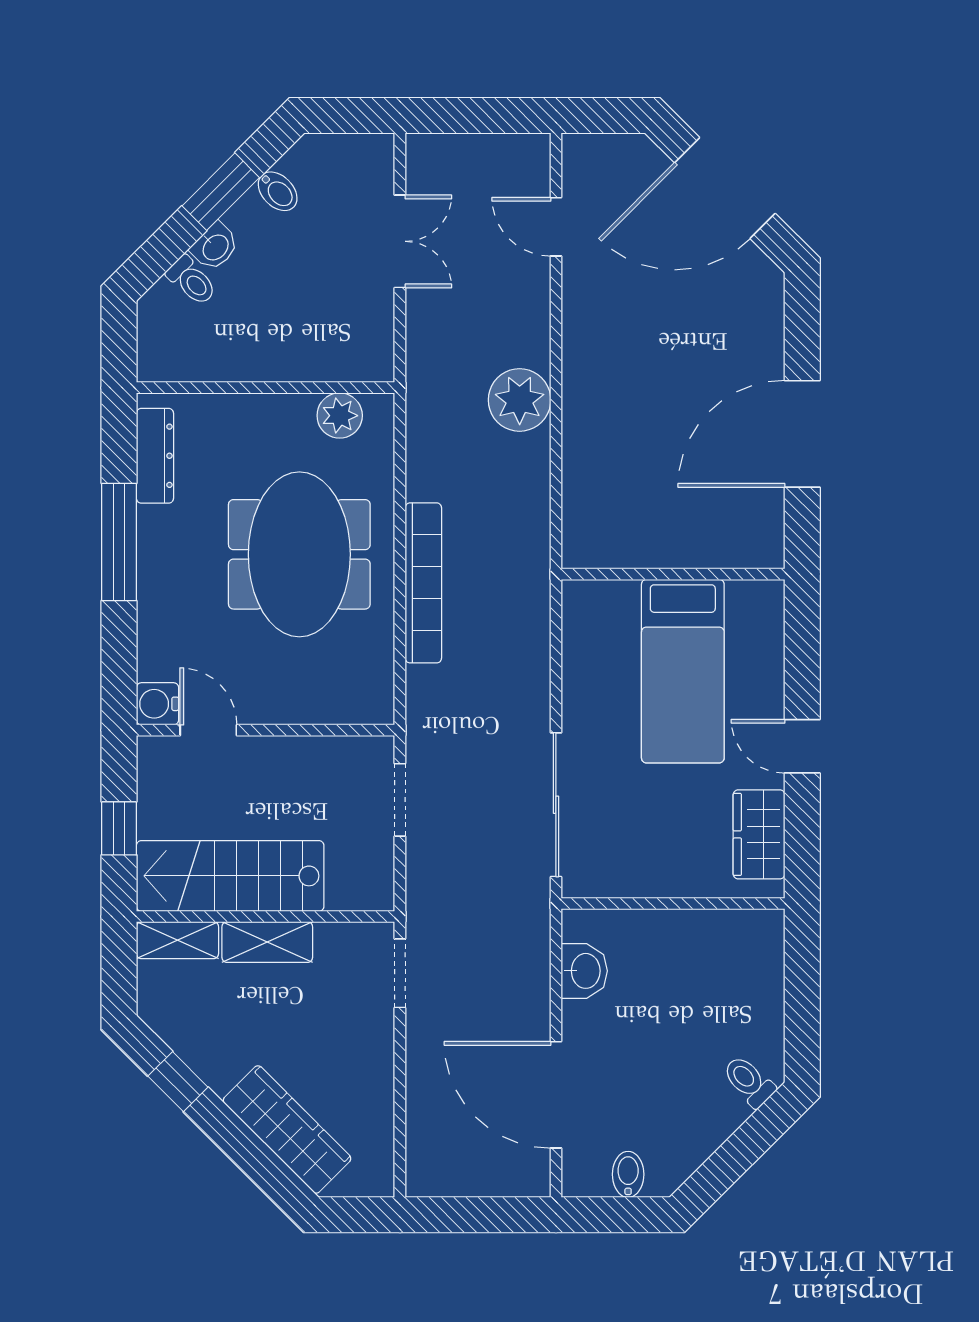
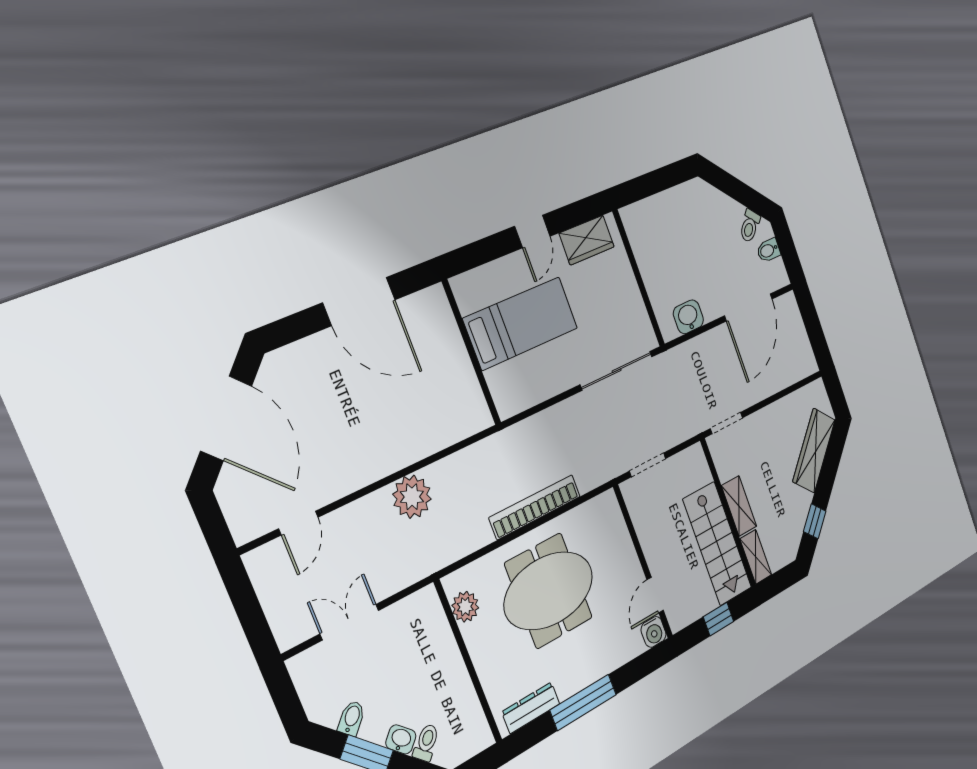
toilet: (749, 1081) -> (750, 226), moved

